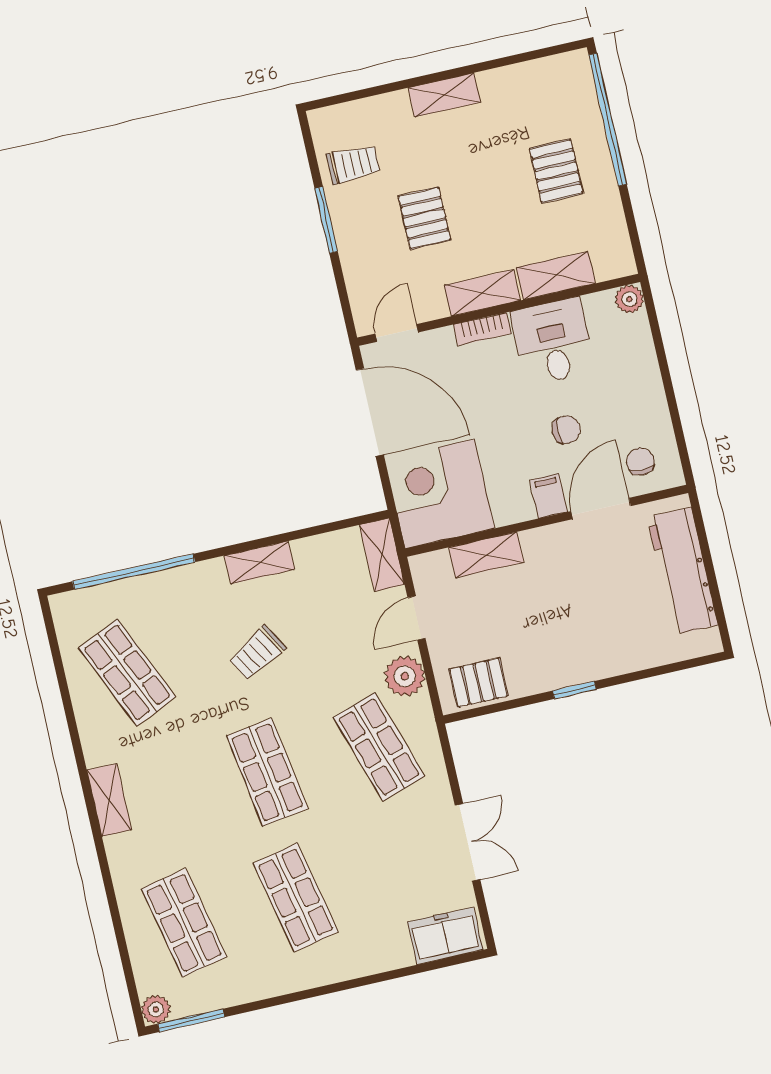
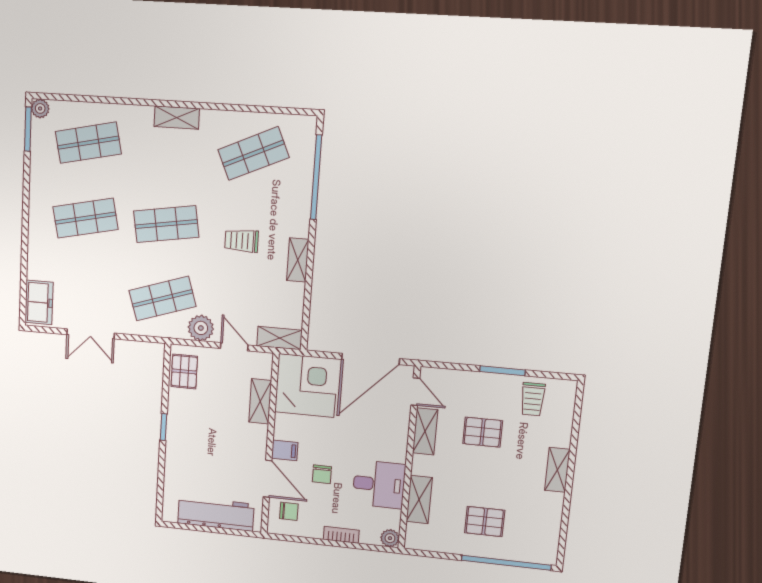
shelving: (482, 293) -> (425, 431), moved
bookcase: (482, 329) -> (341, 535), moved, turned 90
trolley: (257, 653) -> (242, 241), turned -60

